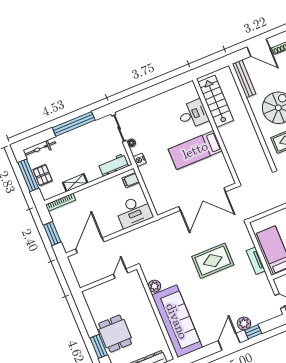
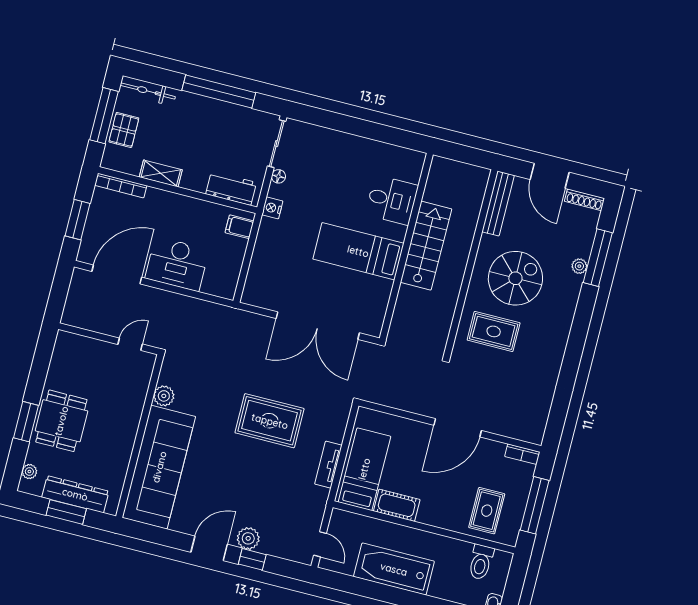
stairs: (216, 101) -> (426, 246), moved
desk: (134, 211) -> (177, 264), moved

